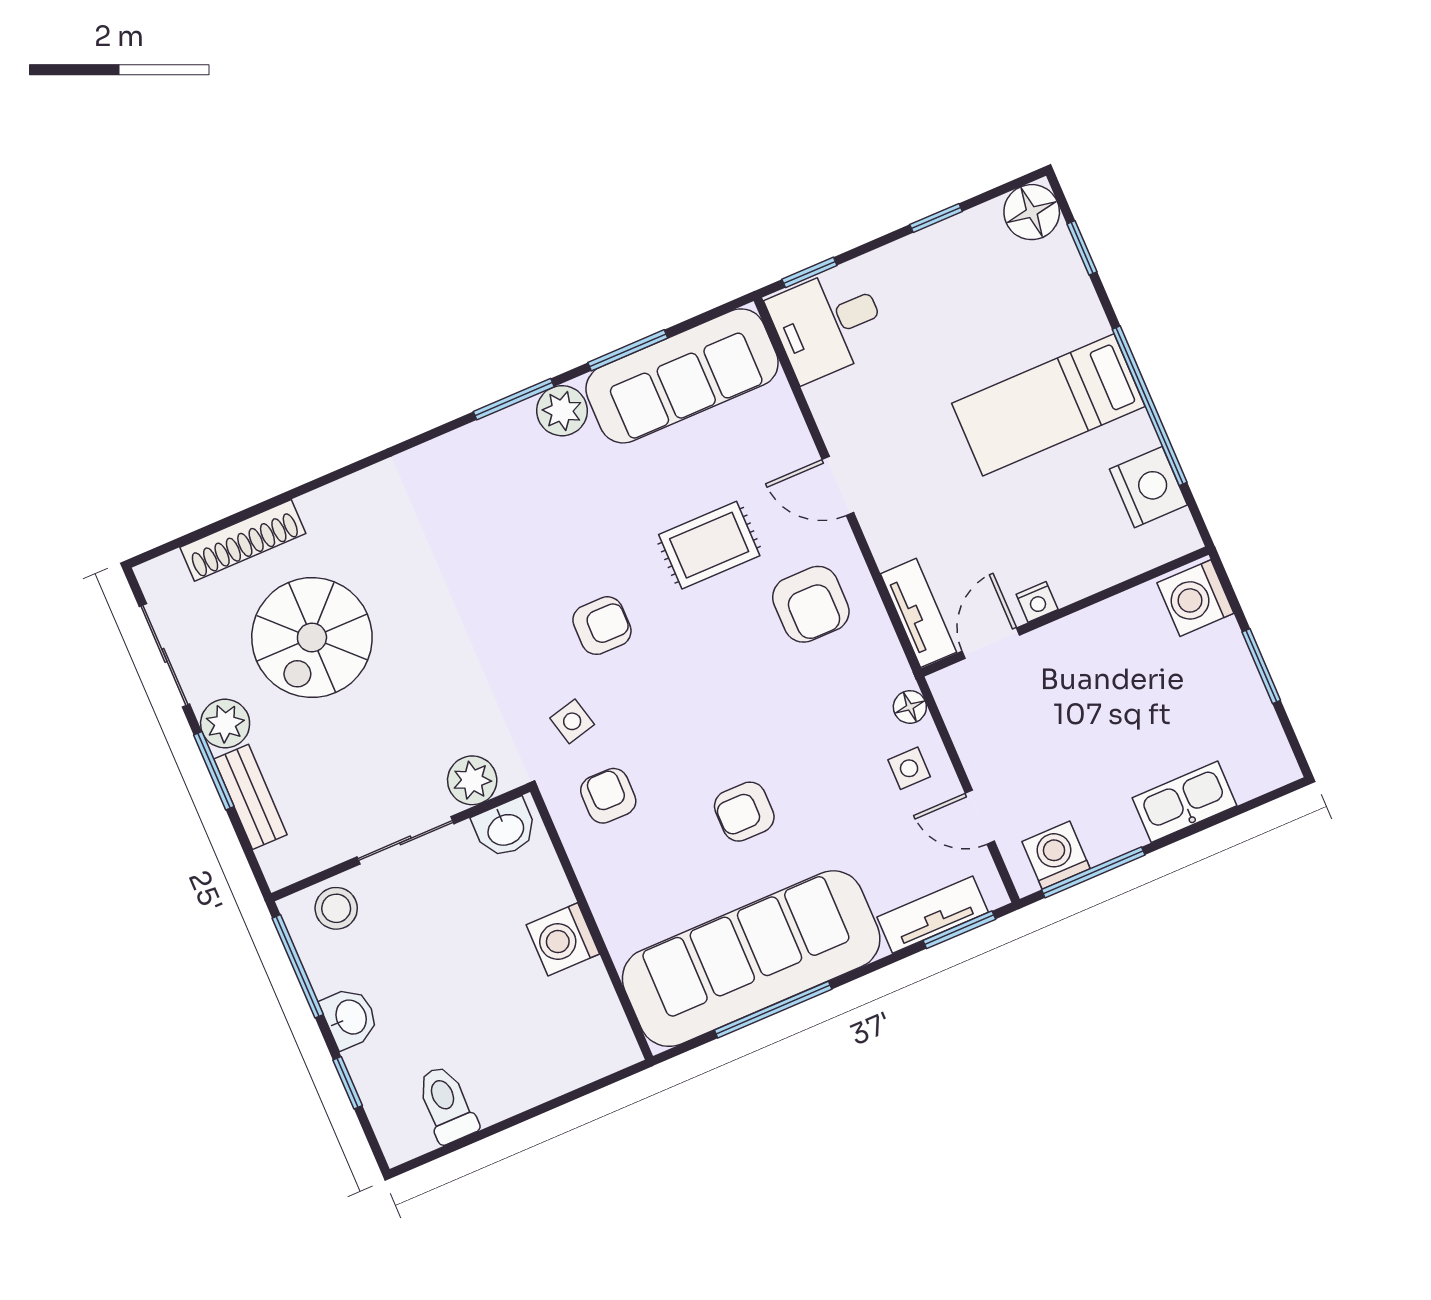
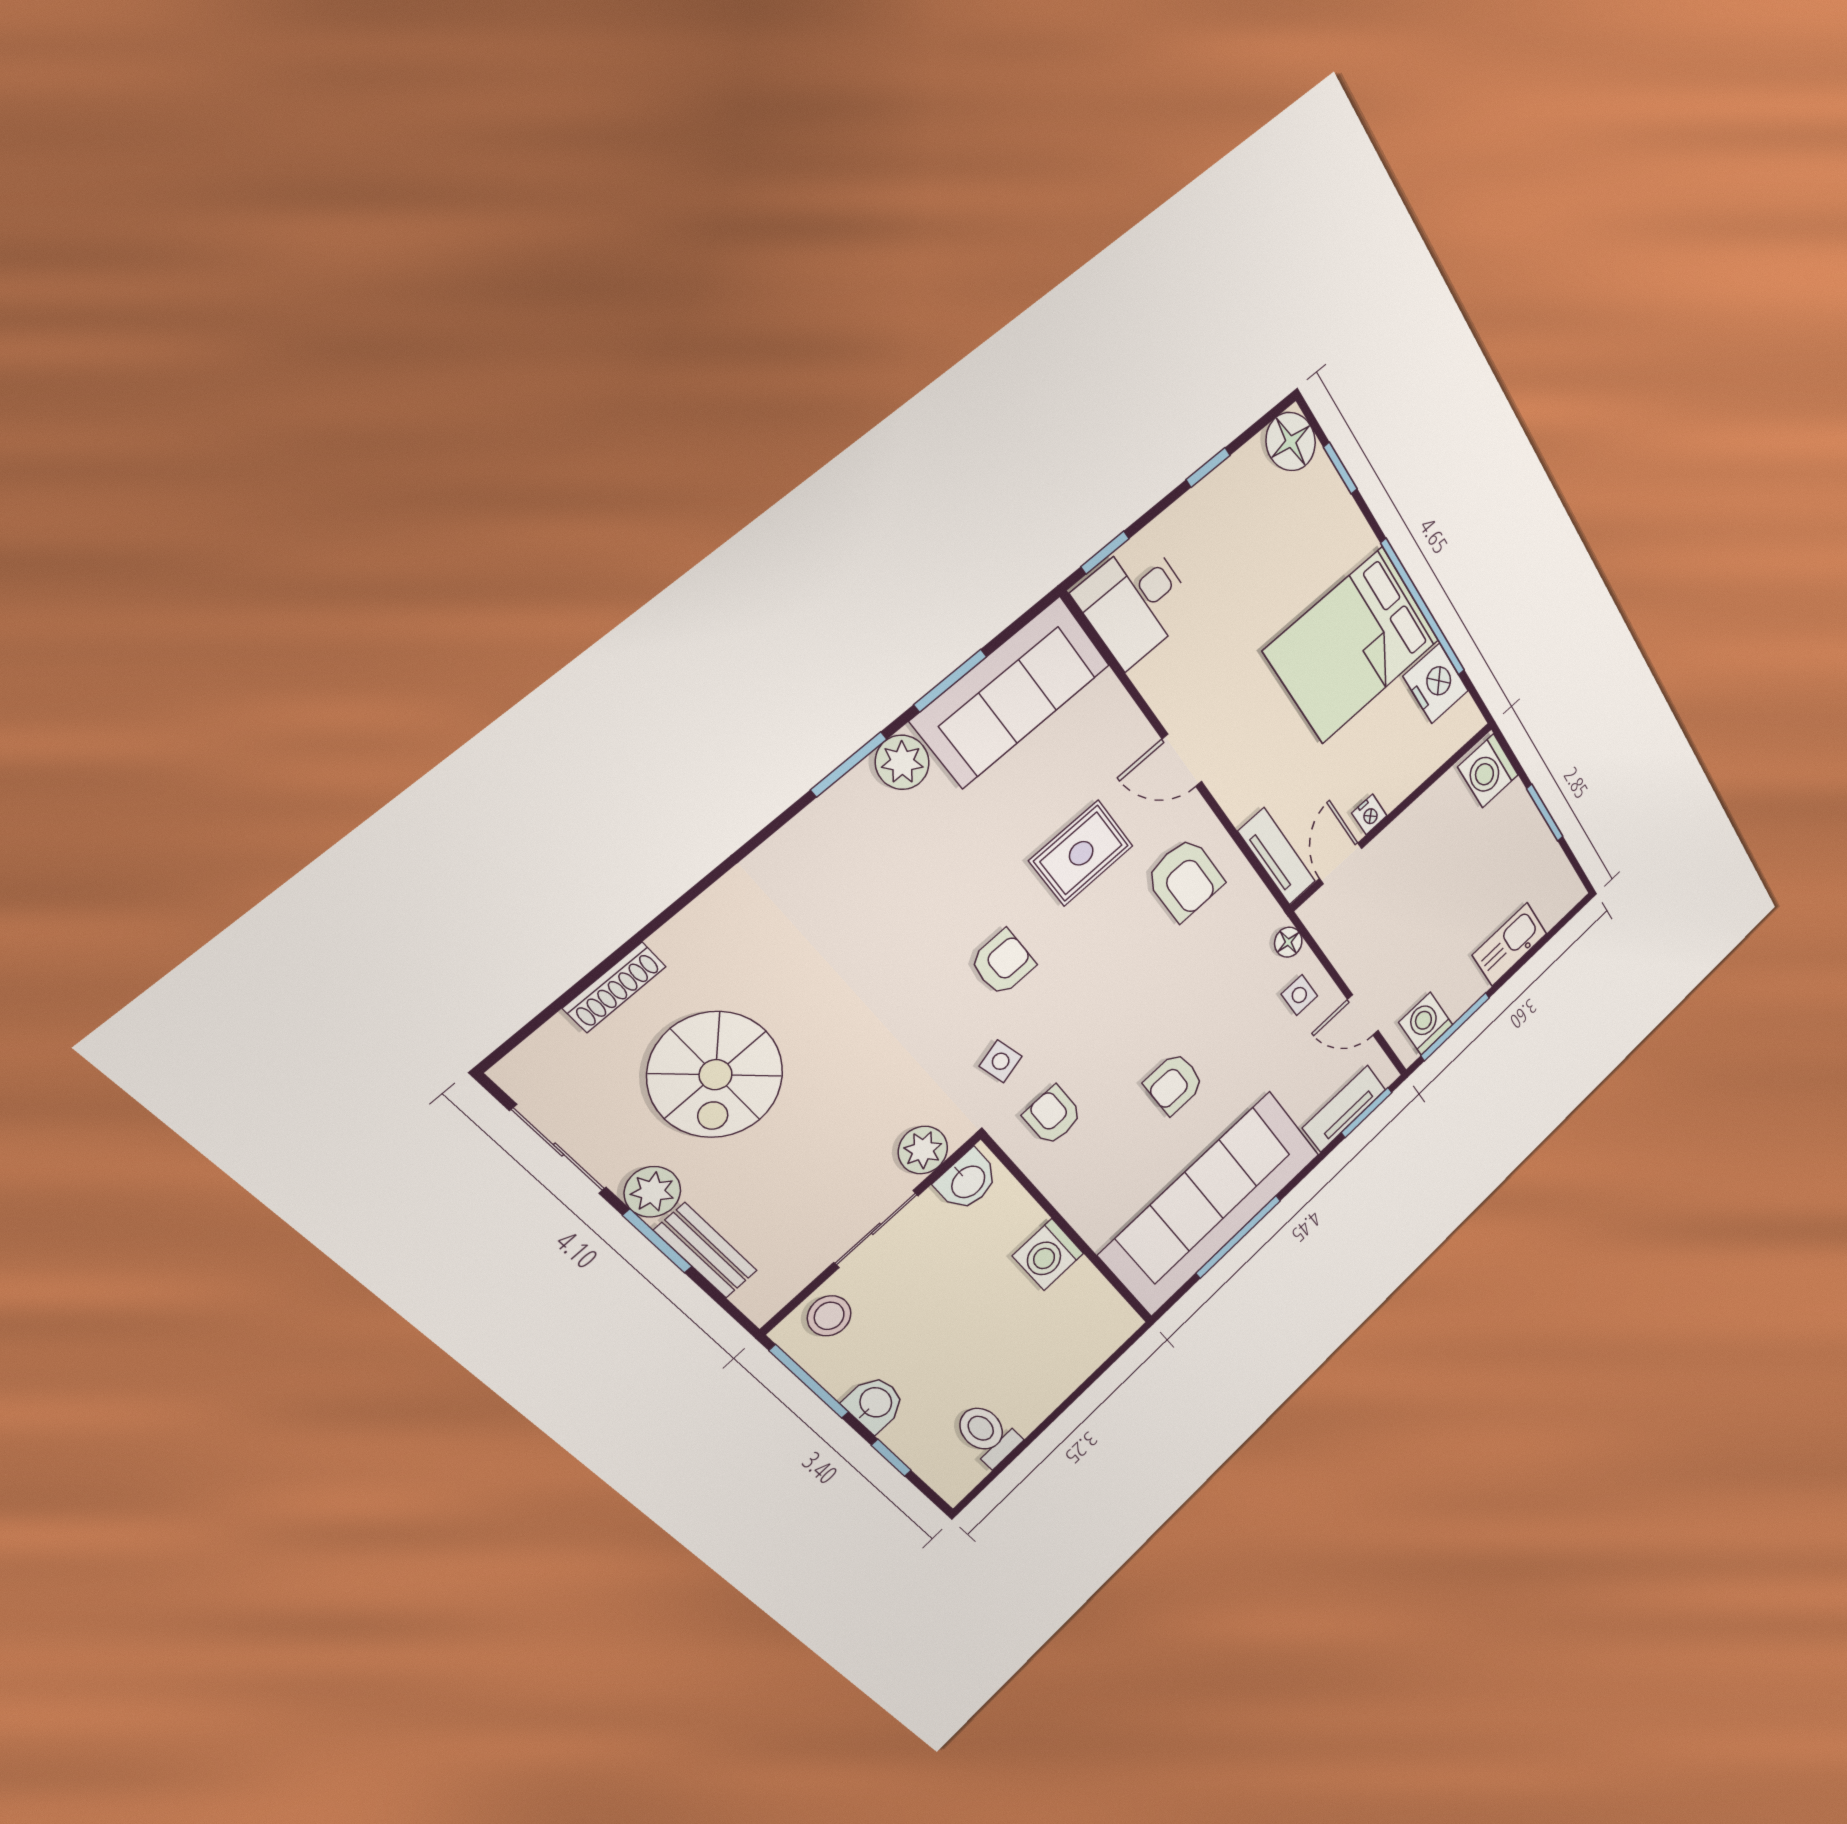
bed: (1048, 405) -> (1352, 646), width x1.50
shoe rack: (243, 540) -> (615, 987), width x0.74, depth x0.81

